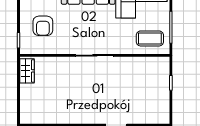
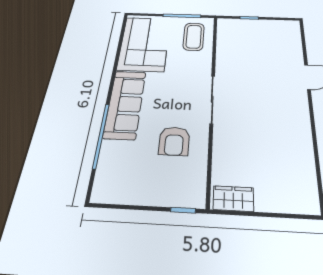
armchair: (43, 26) -> (174, 141), moved, turned 90

